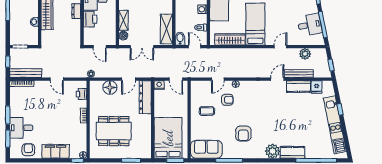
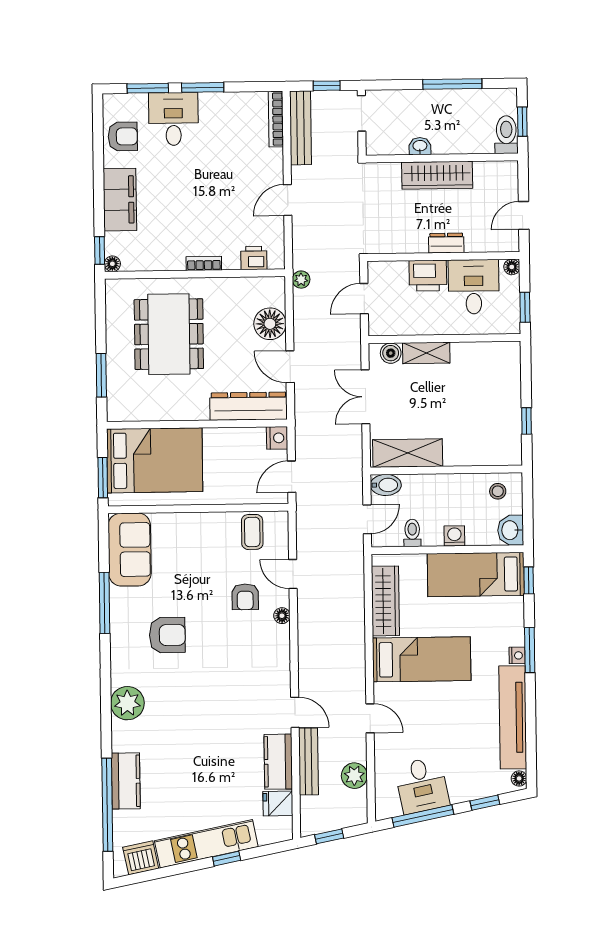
coffee table: (207, 111) -> (252, 532), moved
armchair: (243, 134) -> (167, 635), turned 180
kitchen counter: (293, 152) -> (126, 781), moved

